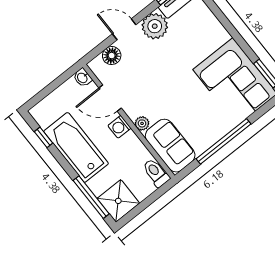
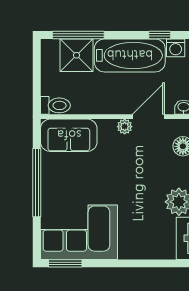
plant: (142, 123) -> (125, 127), moved
washing machine: (119, 127) -> (176, 48), moved, turned 180
shower: (118, 201) -> (76, 55), moved

